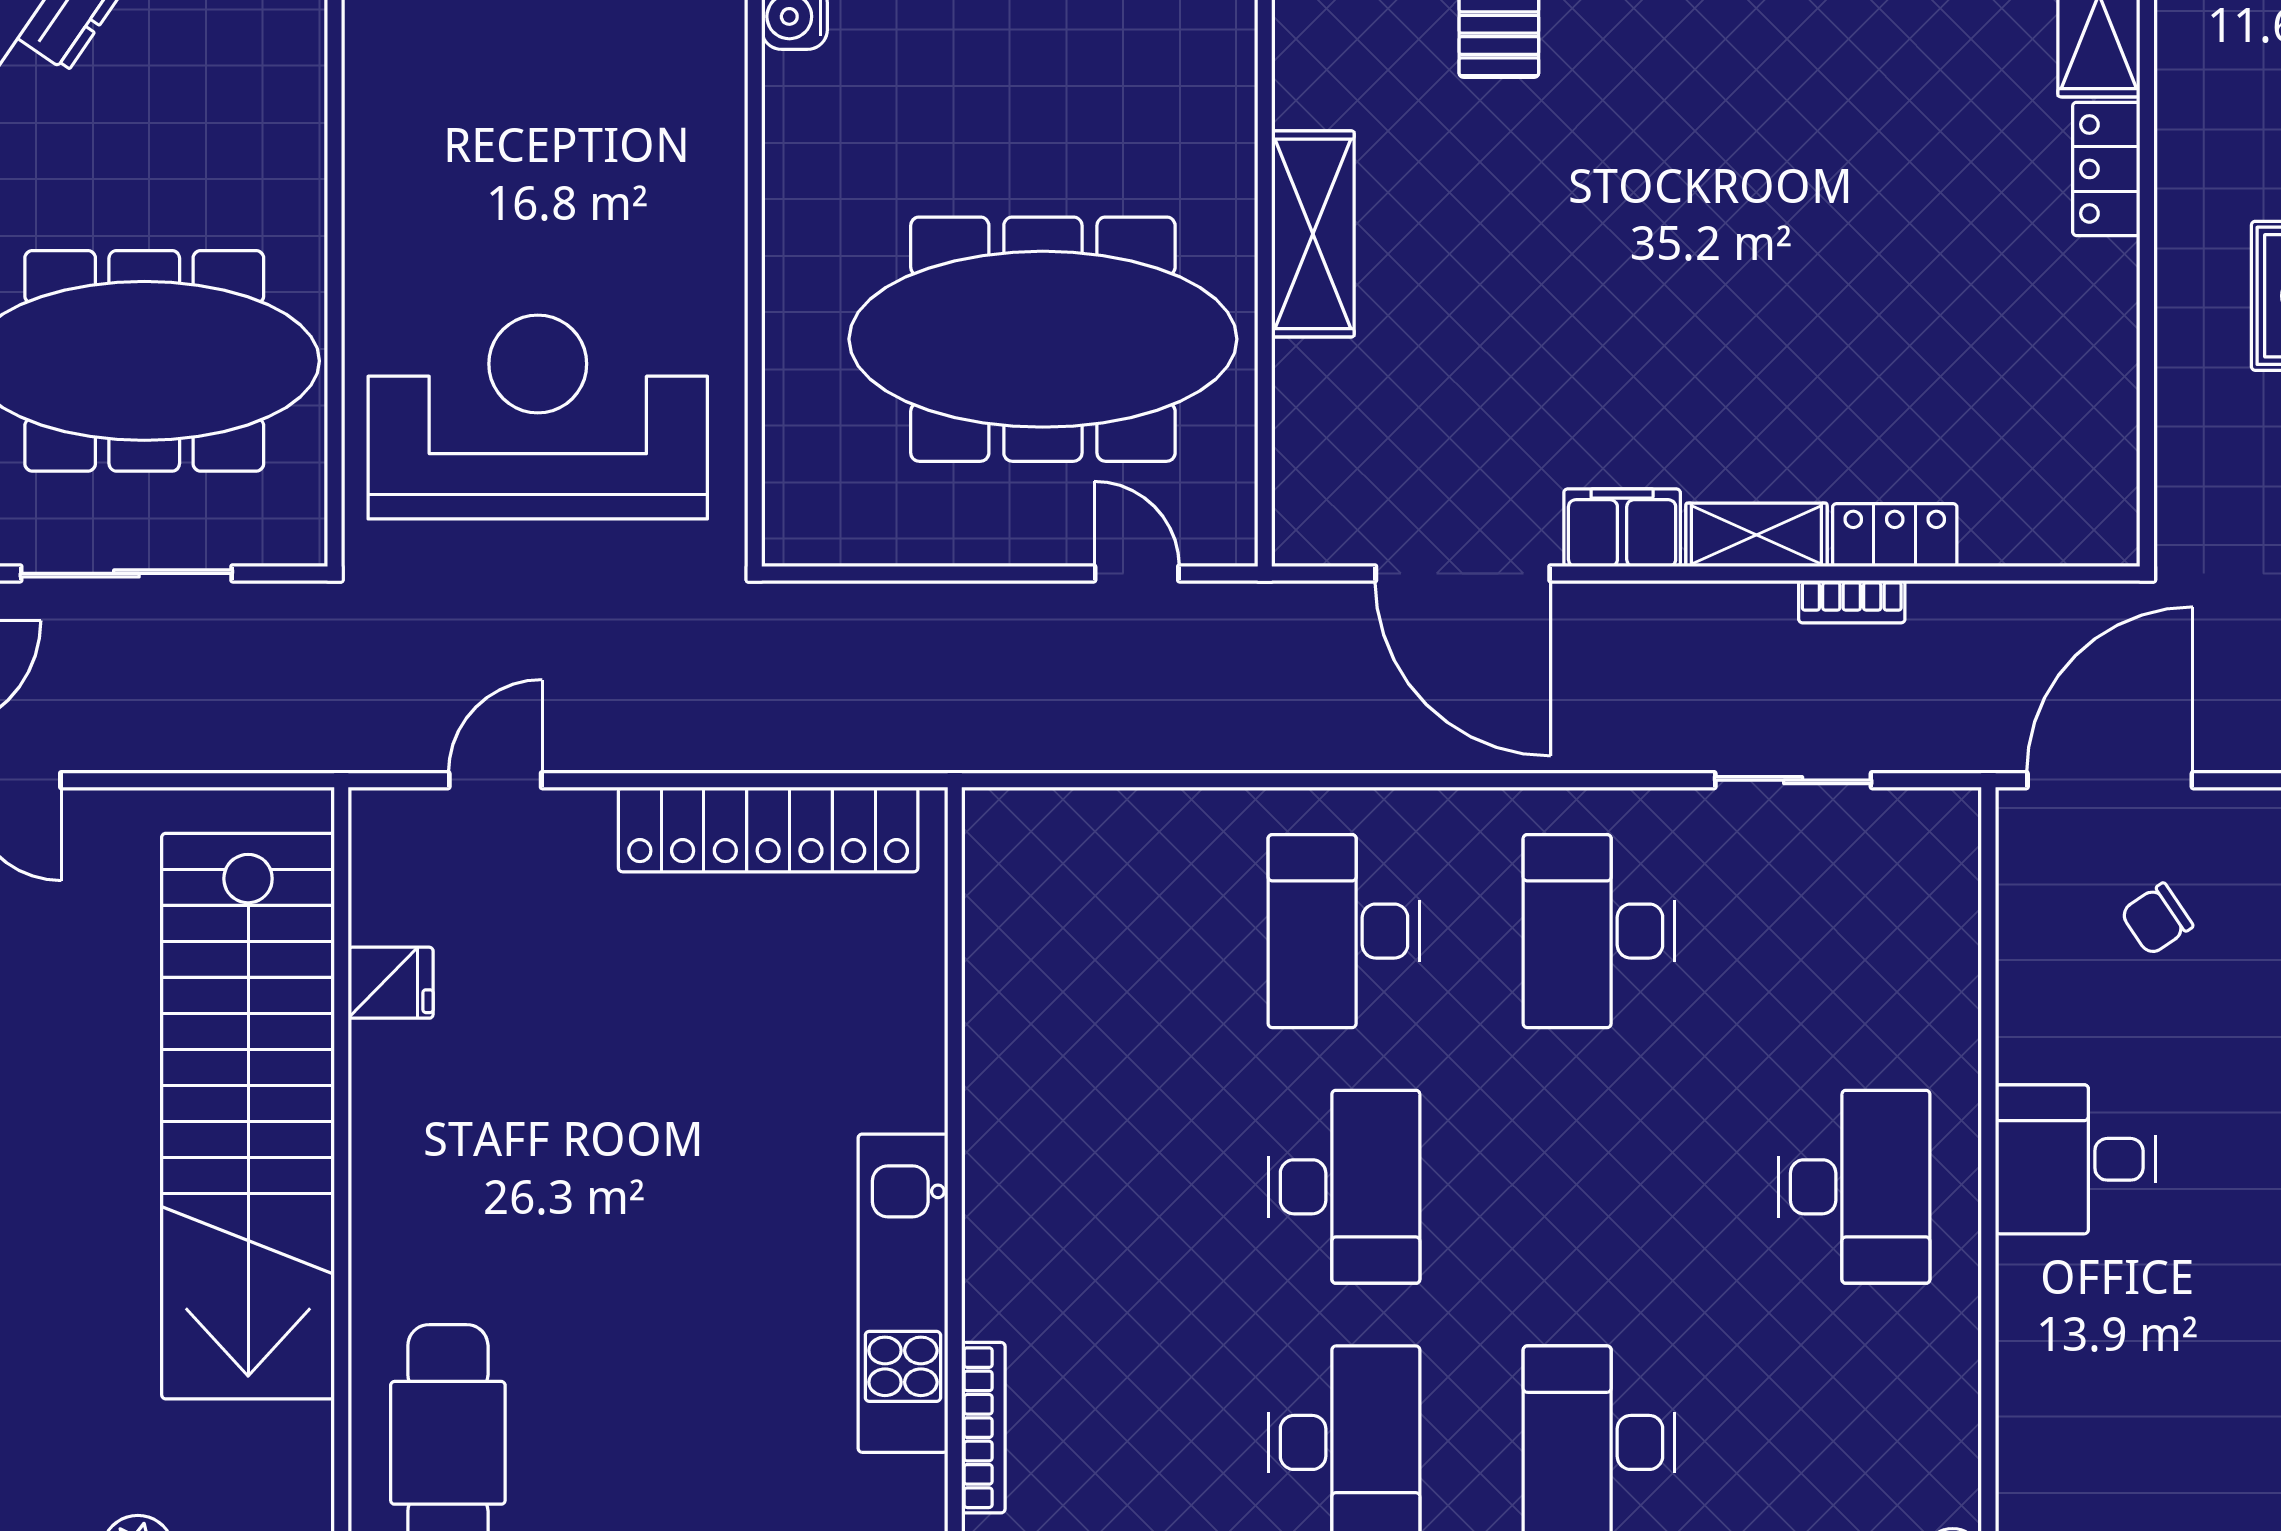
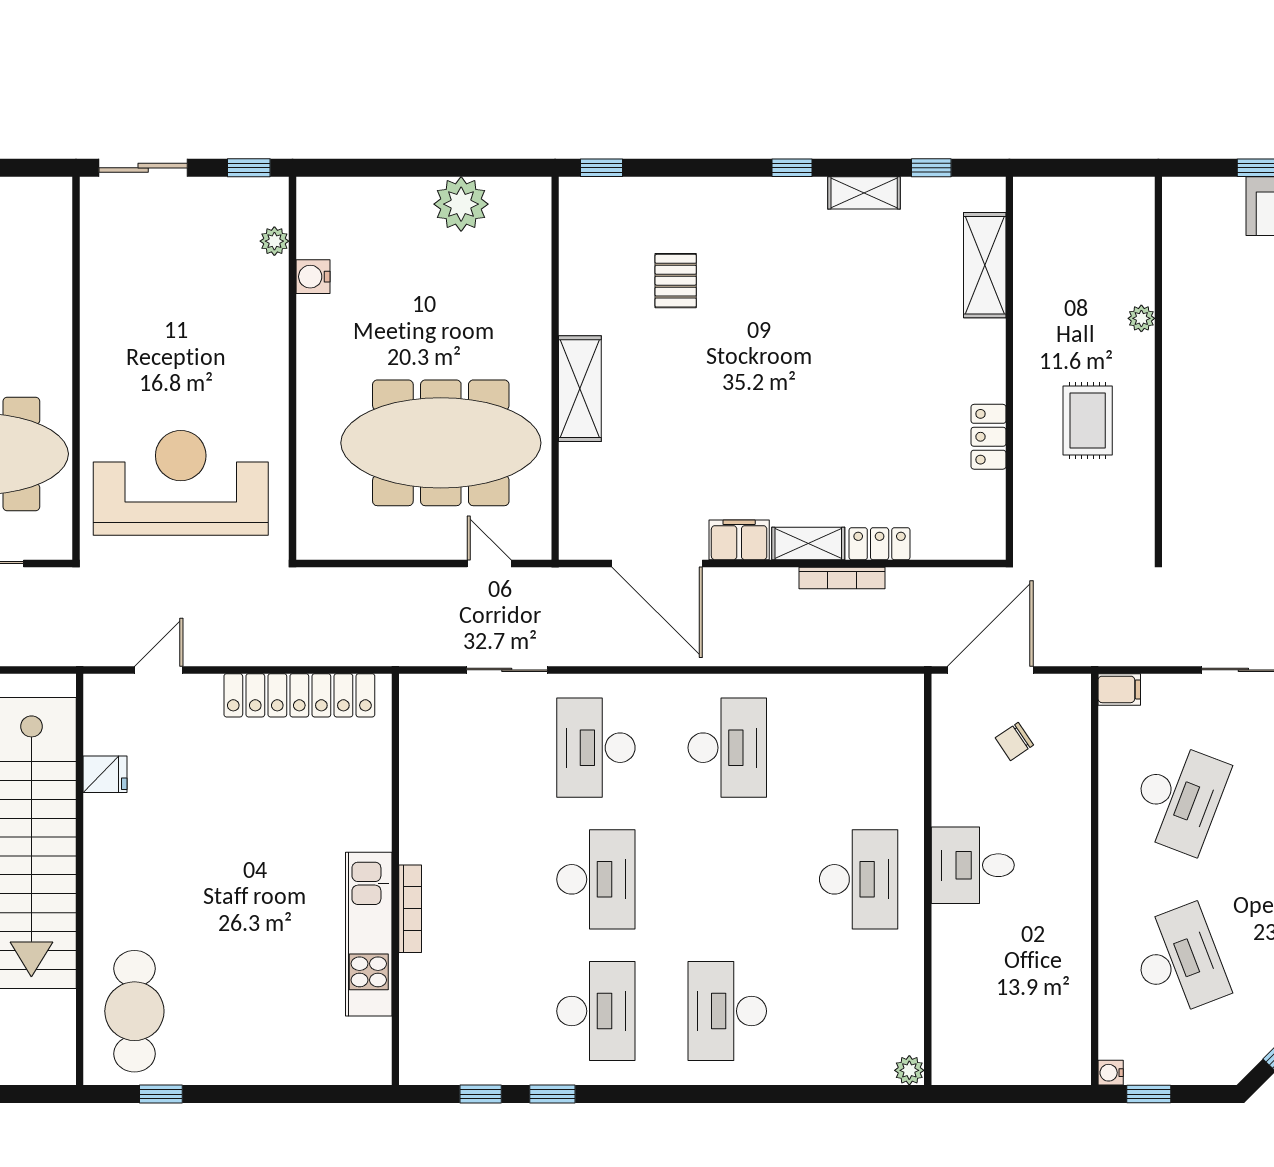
locker: (2106, 169) -> (988, 437), moved
bookcase: (1852, 602) -> (842, 578), width x1.56
sliding door: (1793, 780) -> (507, 670), moved
desk: (1599, 931) -> (727, 748), turned 180
bookcase: (983, 1428) -> (410, 909), moved

